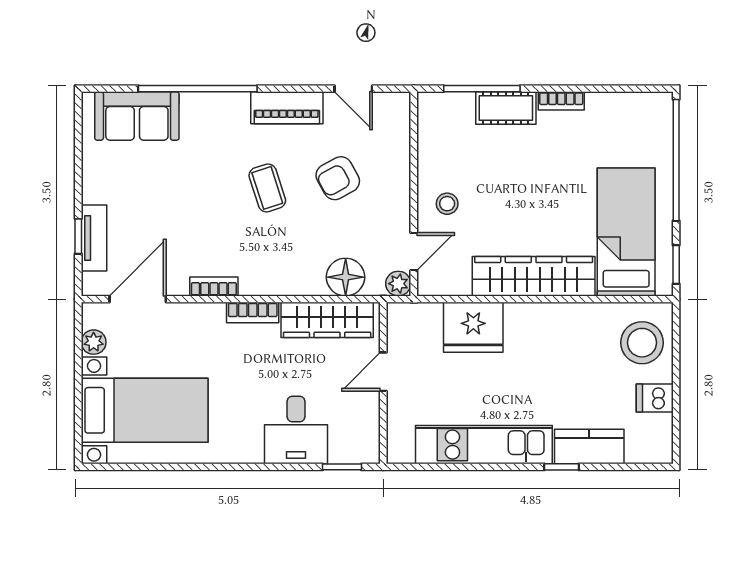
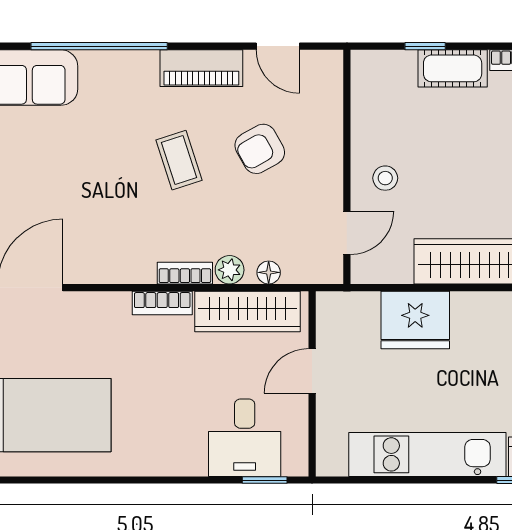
window: (482, 89) -> (425, 46), width x0.46
floor lamp: (346, 277) -> (269, 272), width x0.53, depth x0.53
plant: (398, 284) -> (230, 270), moved
bookcase: (214, 286) -> (185, 273), moved
desk: (296, 430) -> (245, 438), moved

